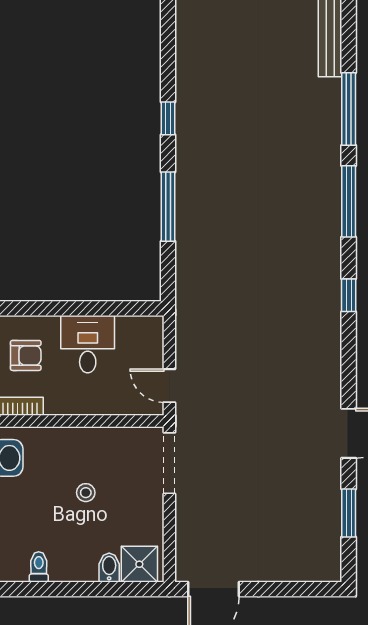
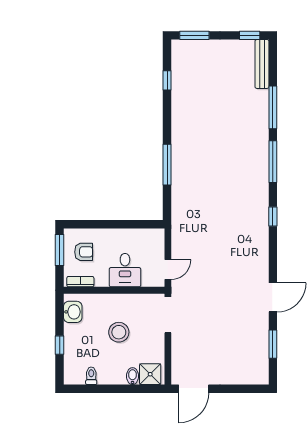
window: (168, 118) -> (167, 80), moved
desk: (88, 344) -> (125, 270), moved, turned 180
door: (169, 386) -> (168, 270), swing flipped
stool: (86, 493) -> (119, 332), width x1.89, depth x1.89

